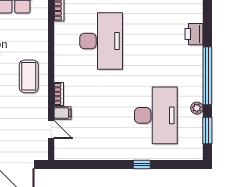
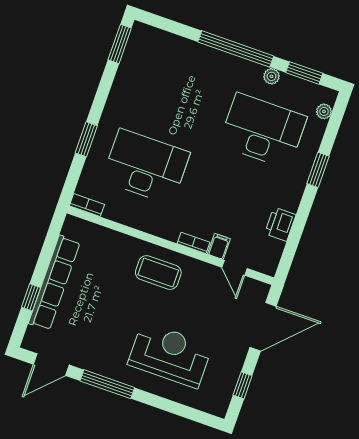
printer: (194, 34) -> (280, 224), moved, turned 90
door: (51, 129) -> (235, 268), swing flipped
plant: (185, 154) -> (324, 111), added
window: (142, 165) -> (318, 170), width x1.50

